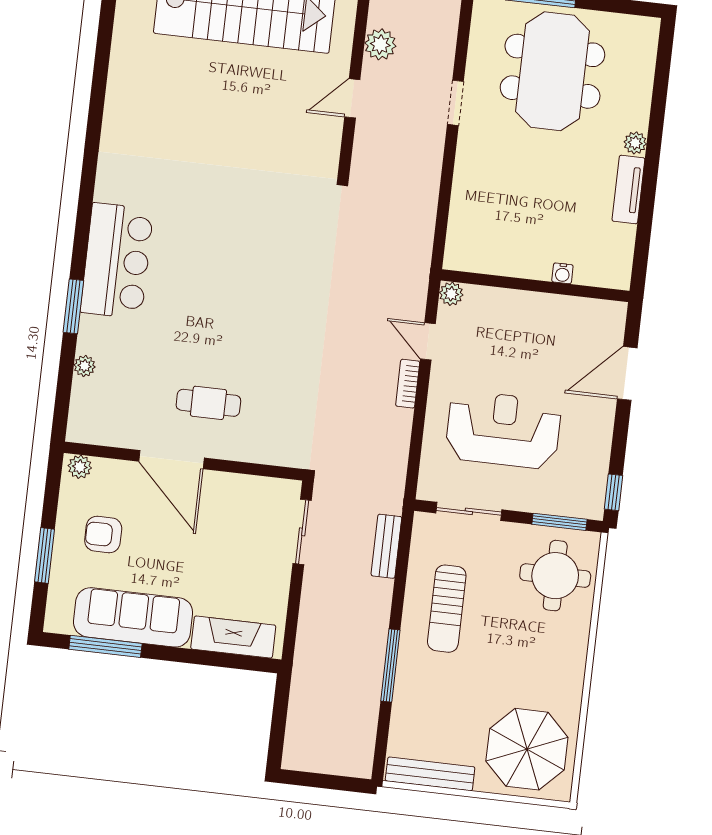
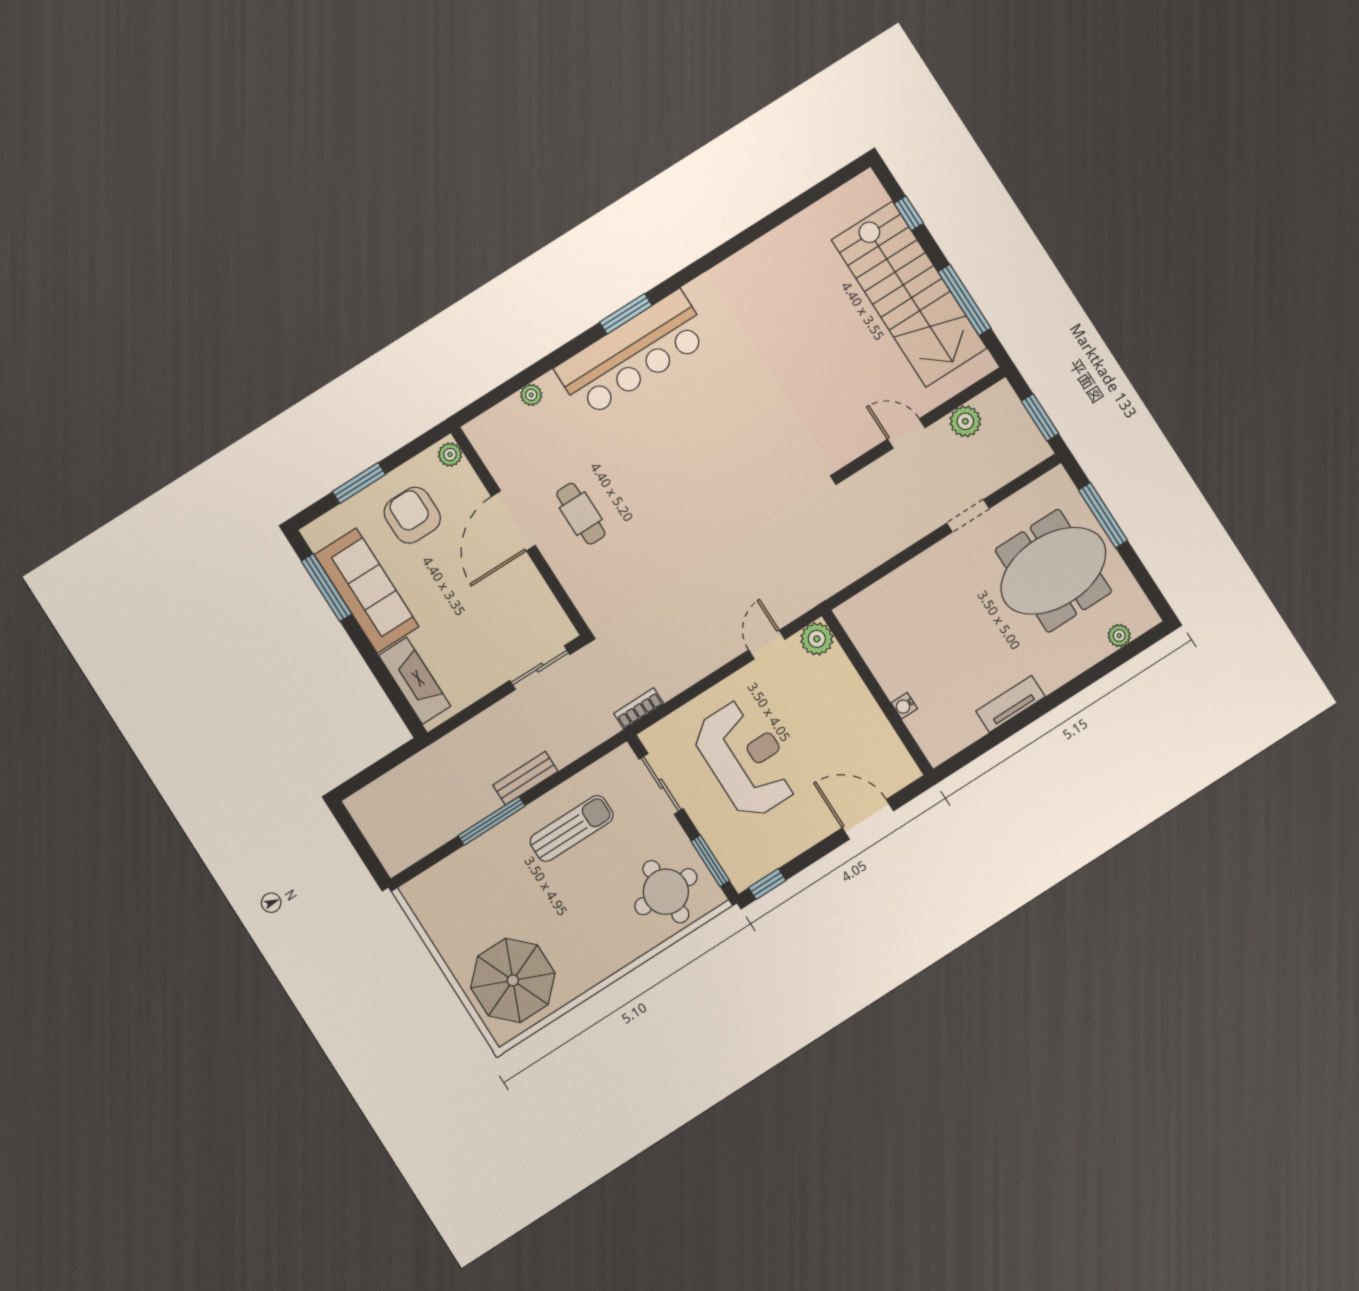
plant: (635, 143) -> (1119, 636), moved
bar counter: (117, 261) -> (633, 354), width x1.36
plant: (451, 294) -> (817, 639), width x1.38, depth x1.38
window: (73, 306) -> (626, 314), moved
bookcase: (408, 384) -> (639, 709), moved
armchair: (103, 534) -> (412, 515), width x1.38, depth x1.38
bench: (386, 546) -> (525, 778), moved
sun lounger: (447, 609) -> (572, 828), turned 180
bench: (430, 774) -> (432, 921), removed

